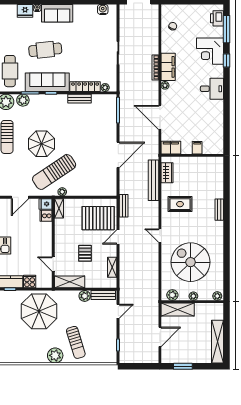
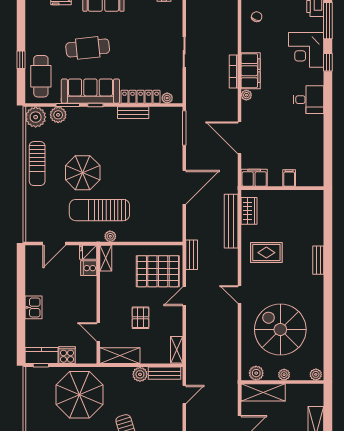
sun lounger: (54, 172) -> (99, 210), turned 34
shelving: (112, 267) -> (177, 350), moved

